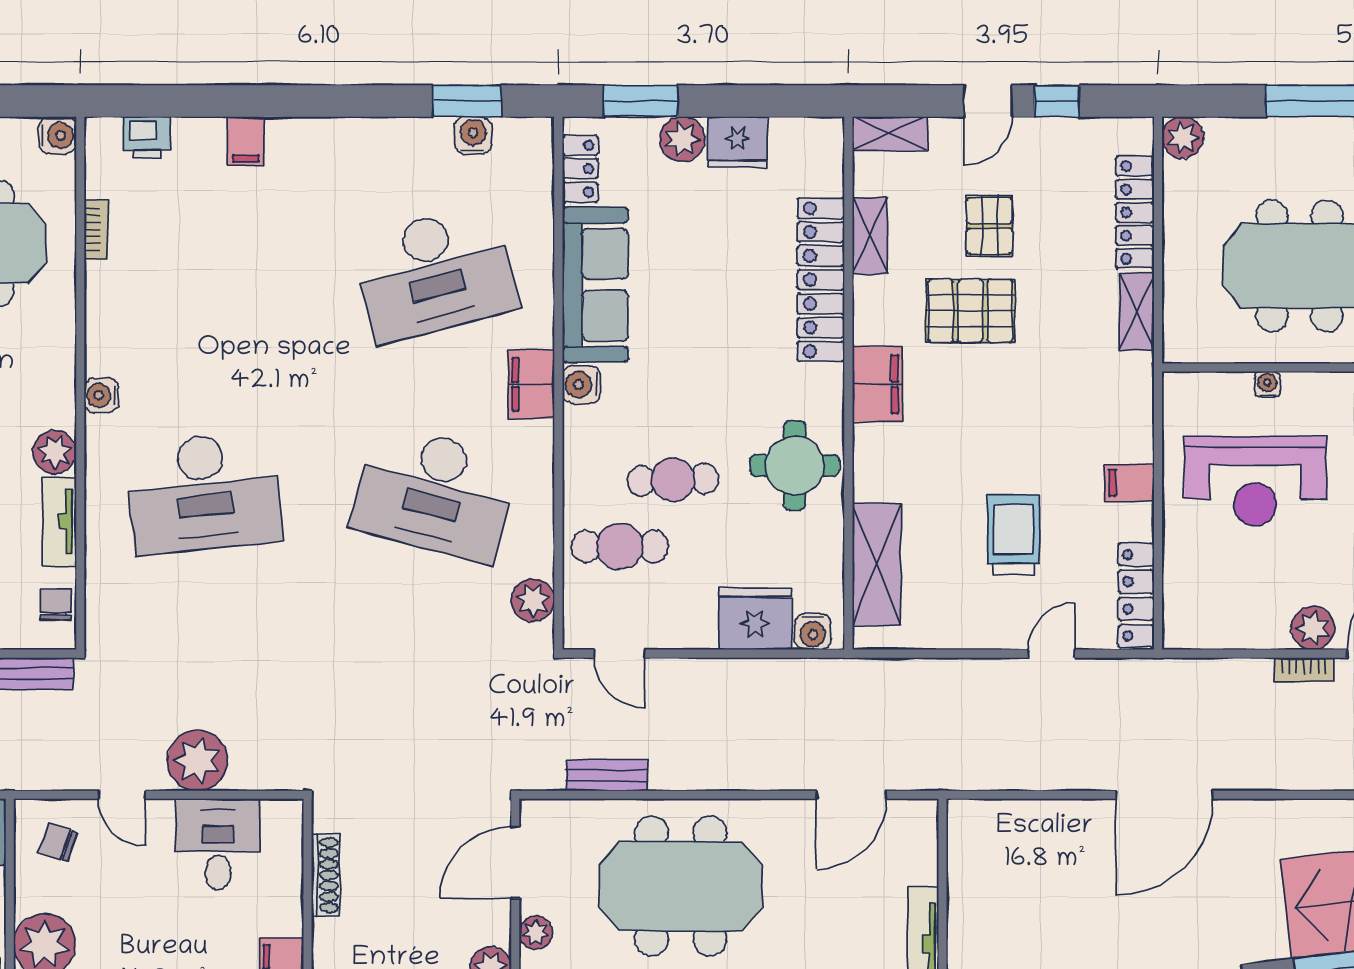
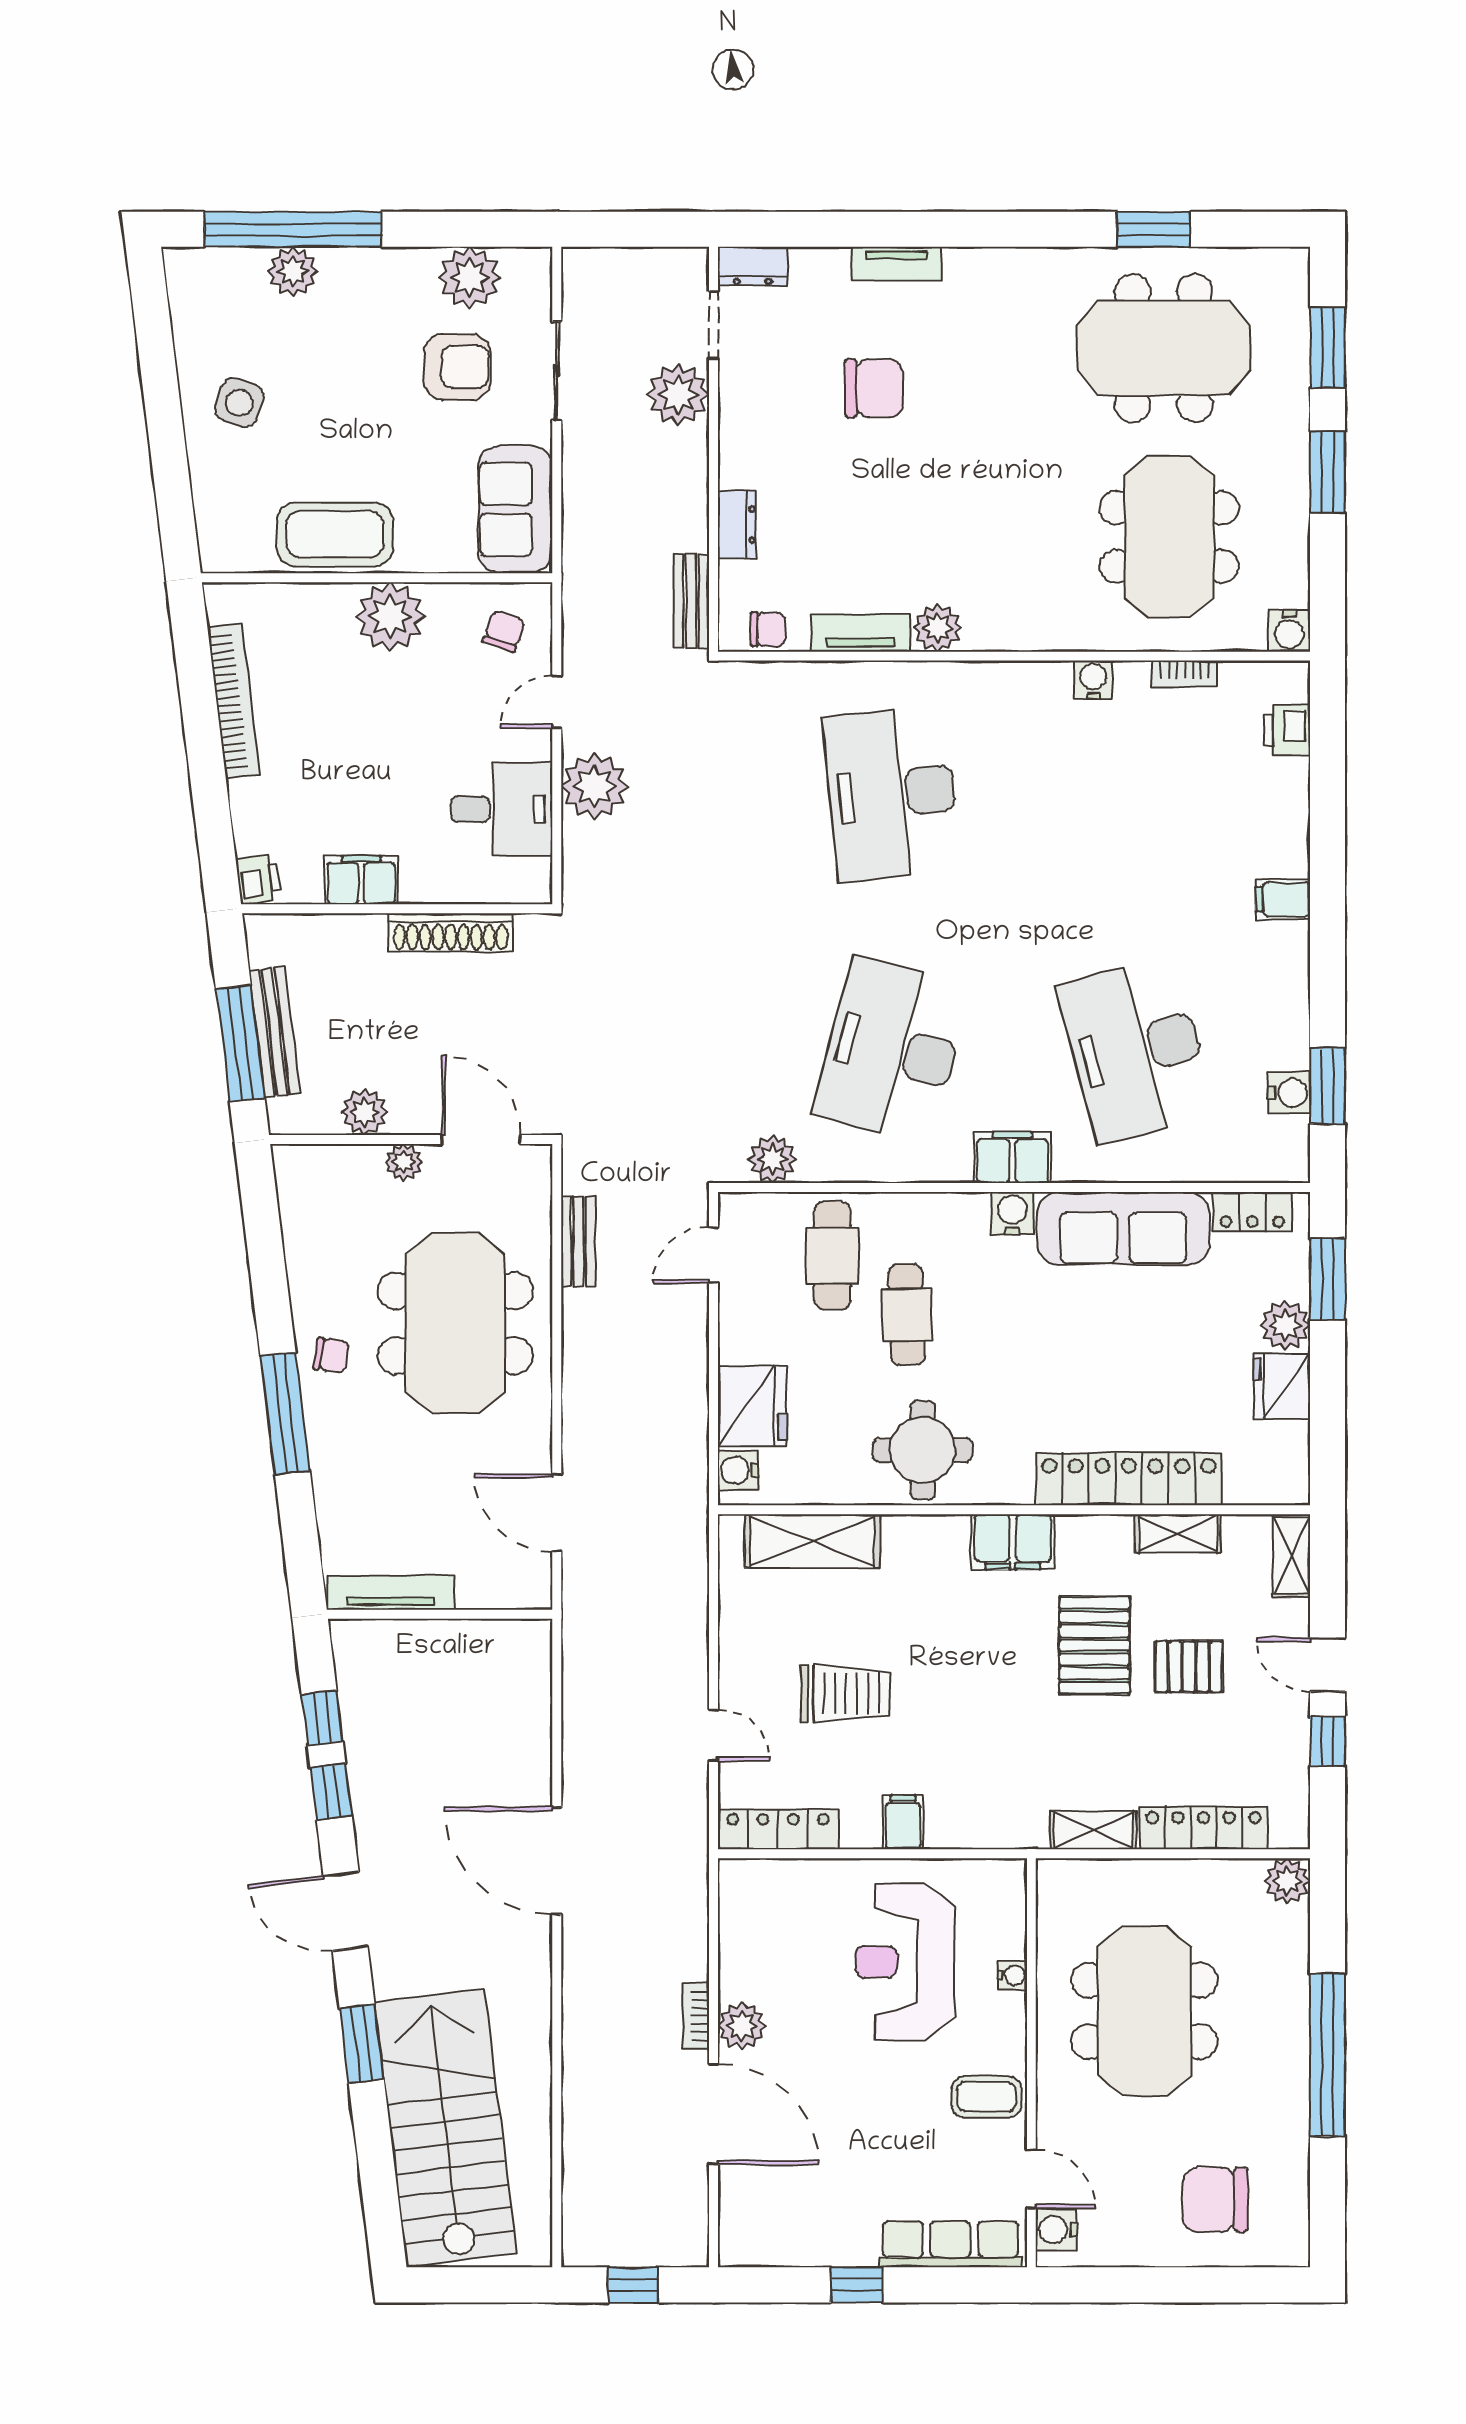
filing cabinet: (246, 141) -> (1283, 899), moved
water cooler: (101, 395) -> (1093, 680), moved
shoe rack: (326, 875) -> (451, 932), width x1.36, depth x1.24

